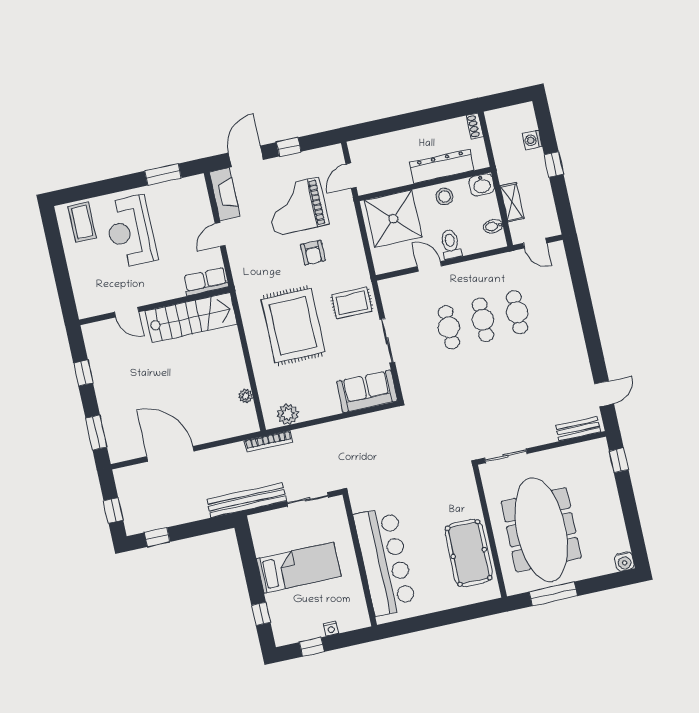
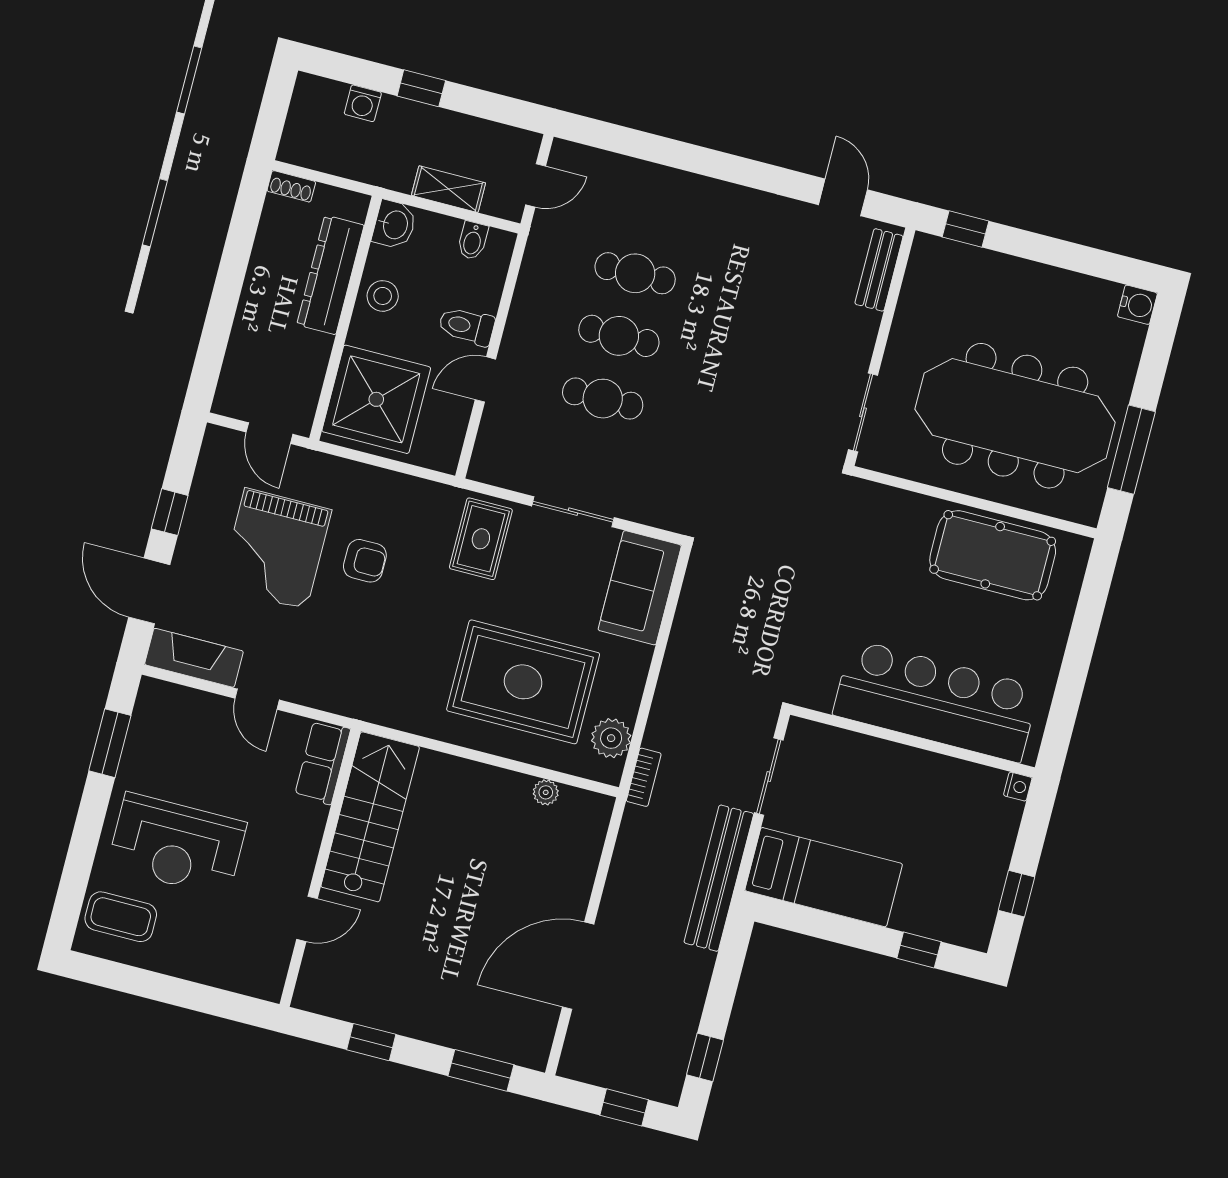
rug: (293, 326) -> (523, 682), moved
bookcase: (269, 441) -> (644, 777), width x0.64
bed: (299, 568) -> (824, 877), moved, turned 90
nightstand: (331, 629) -> (1018, 787), moved

